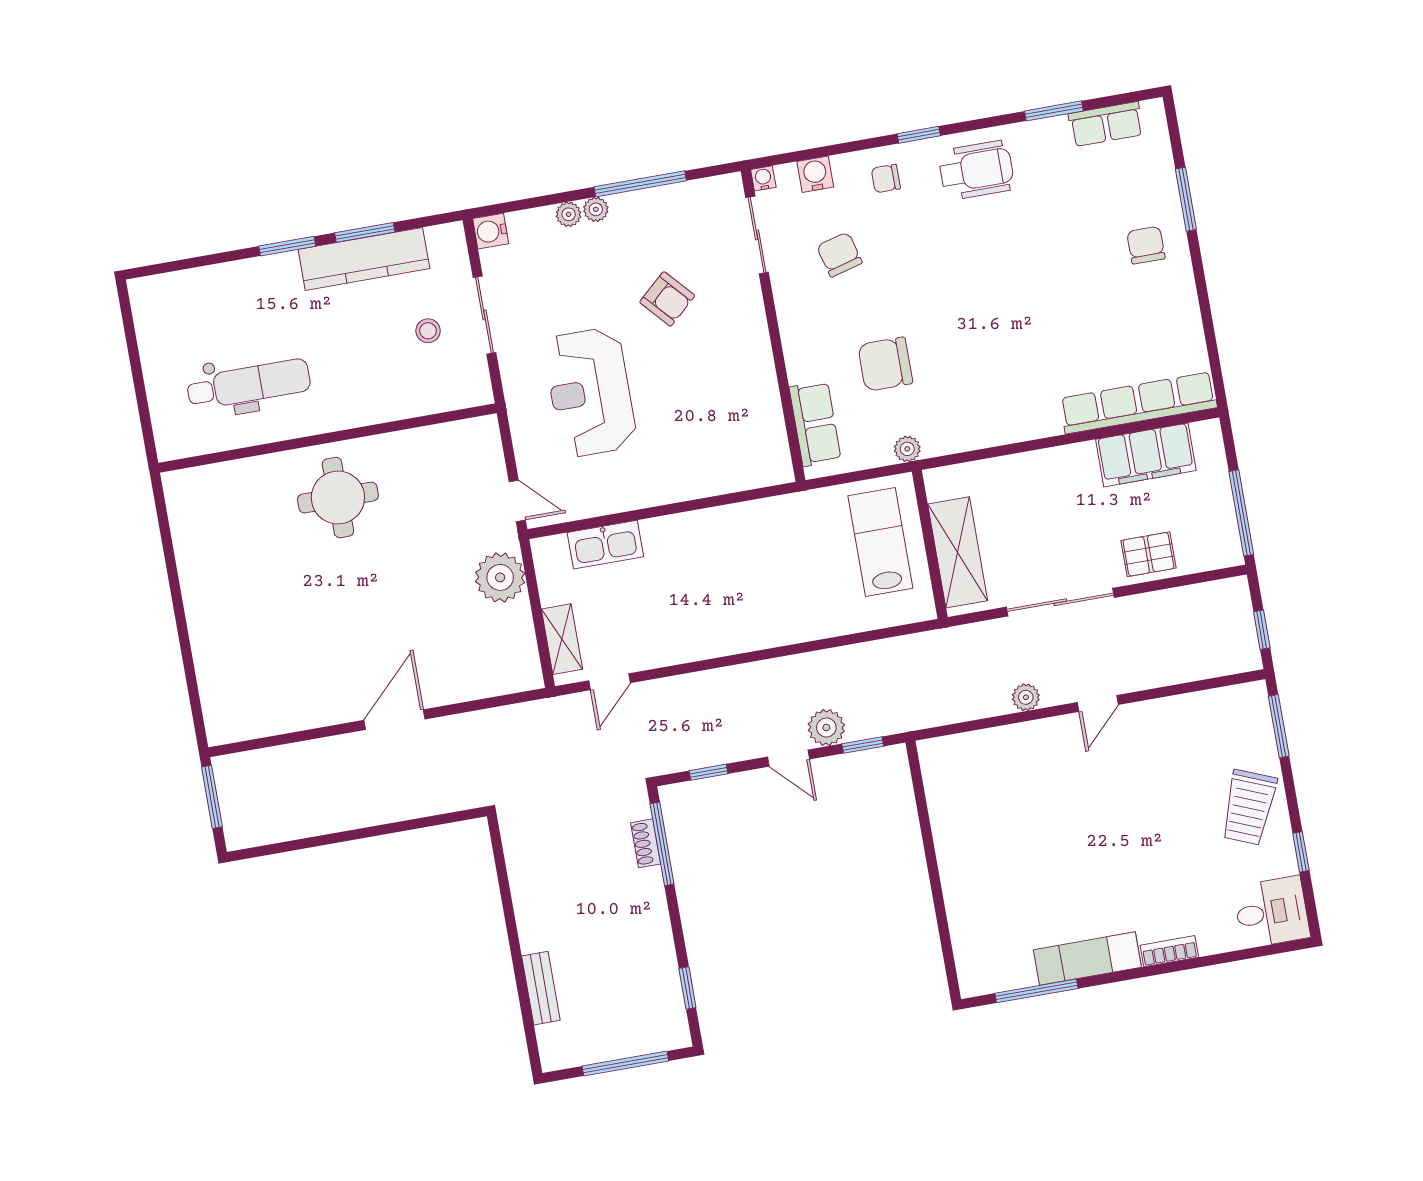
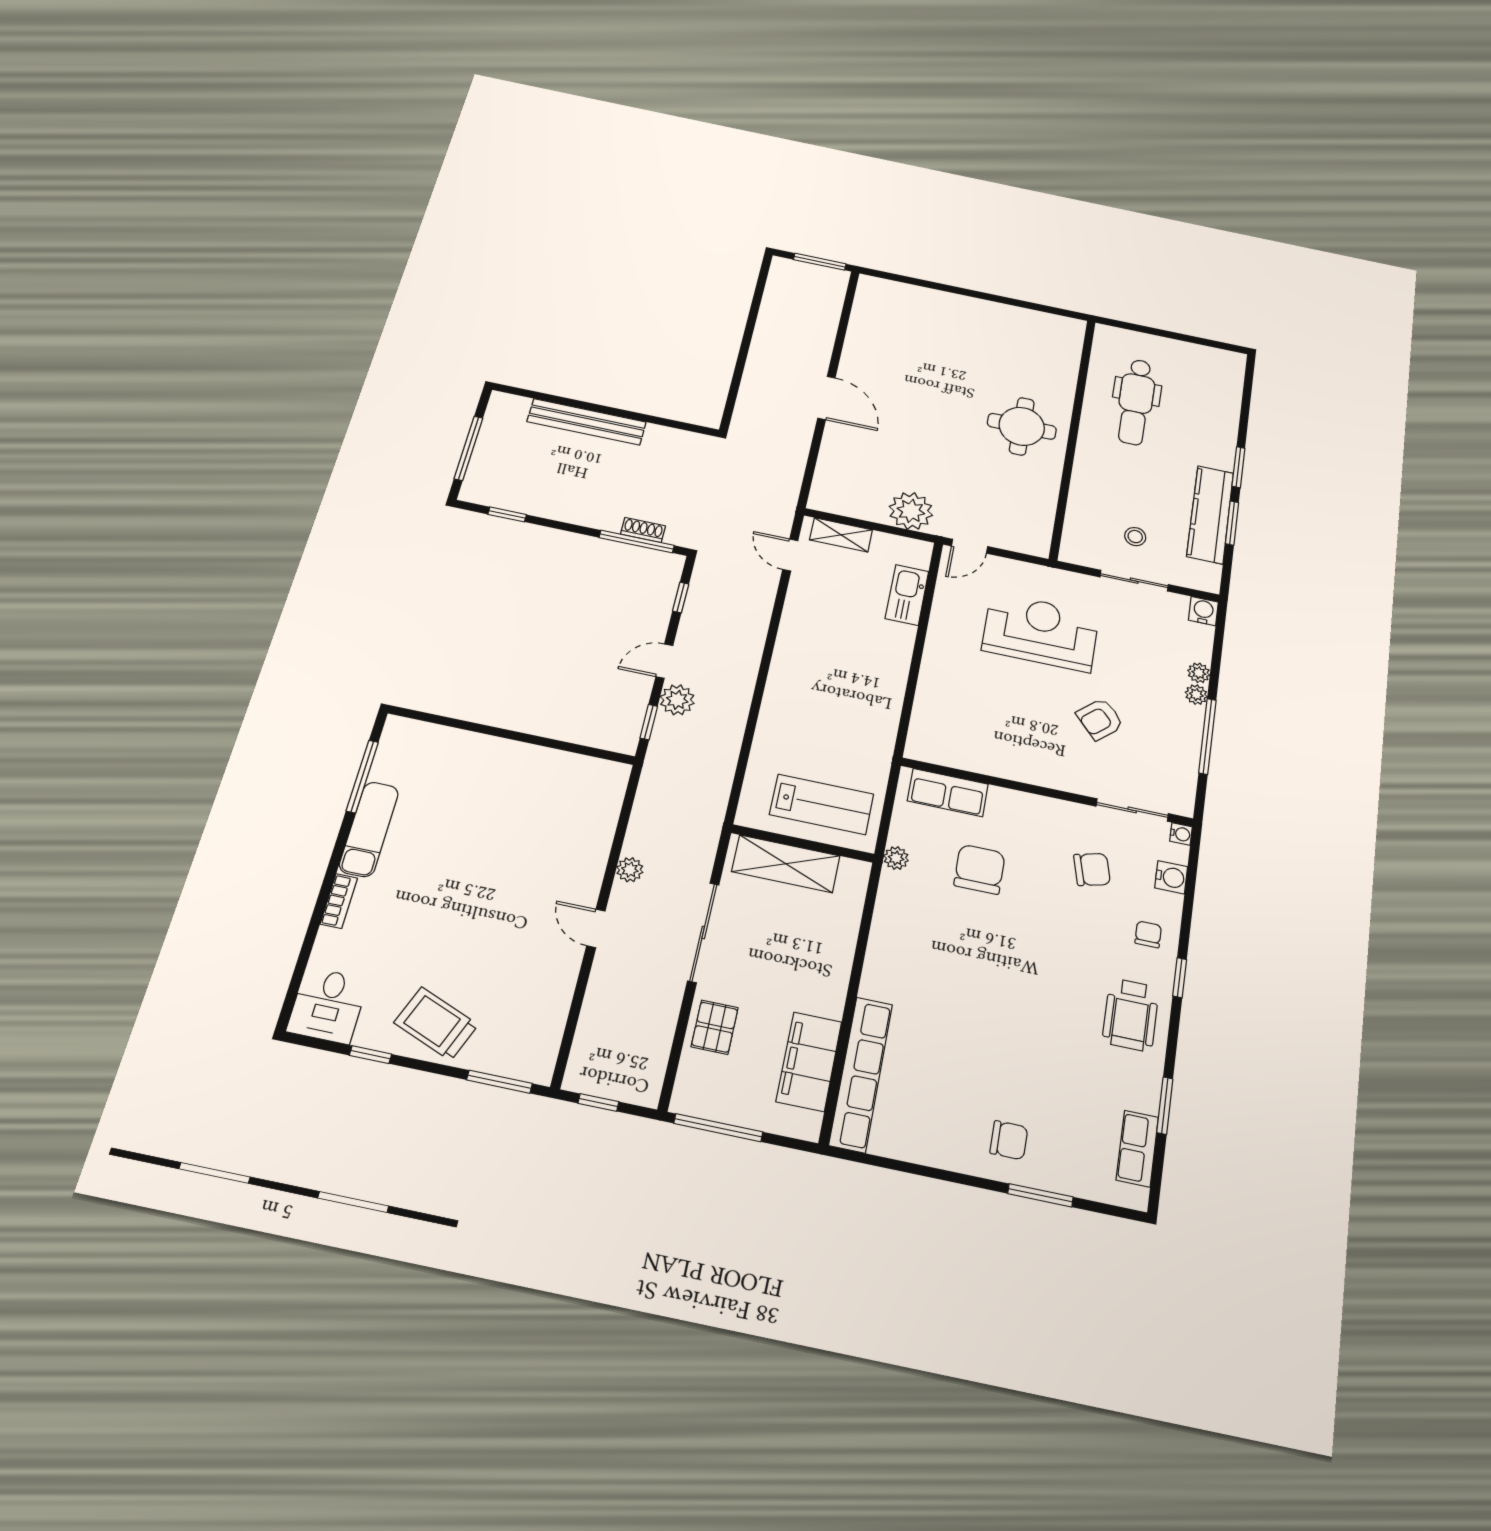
bench: (541, 988) -> (587, 422), width x1.86, depth x1.21

